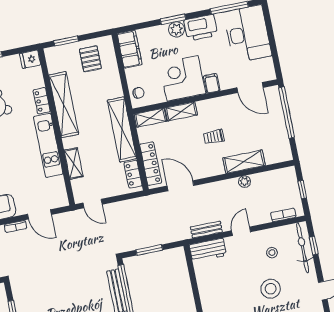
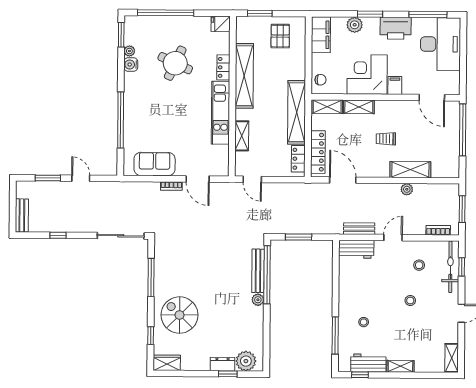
plant: (177, 29) -> (355, 25), moved
window: (302, 190) -> (462, 209), width x1.50
stool: (271, 289) -> (410, 300), width x0.53, depth x0.53

